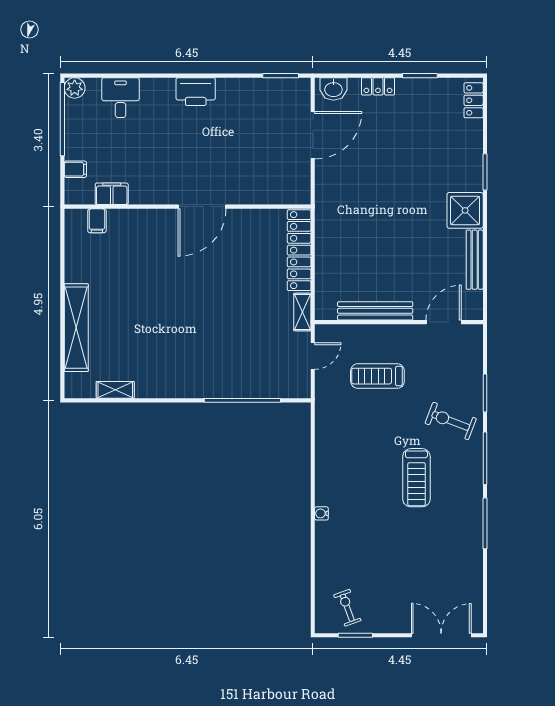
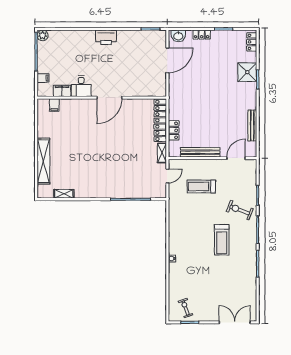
desk: (120, 98) -> (81, 86), moved, turned 180
shower: (465, 210) -> (247, 72), moved
locker: (325, 269) -> (174, 130), added

